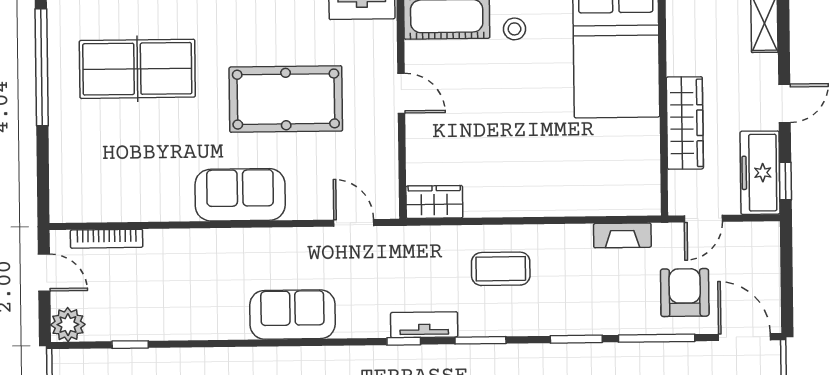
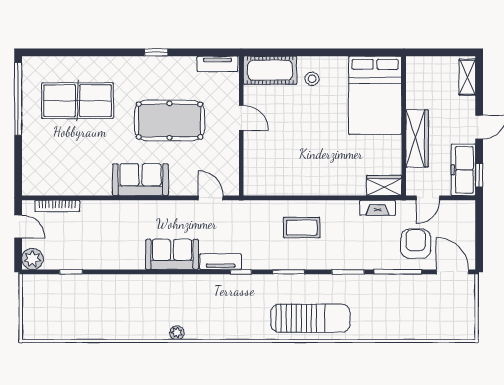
wardrobe: (434, 202) -> (384, 186), moved
tv unit: (424, 325) -> (221, 262), moved

